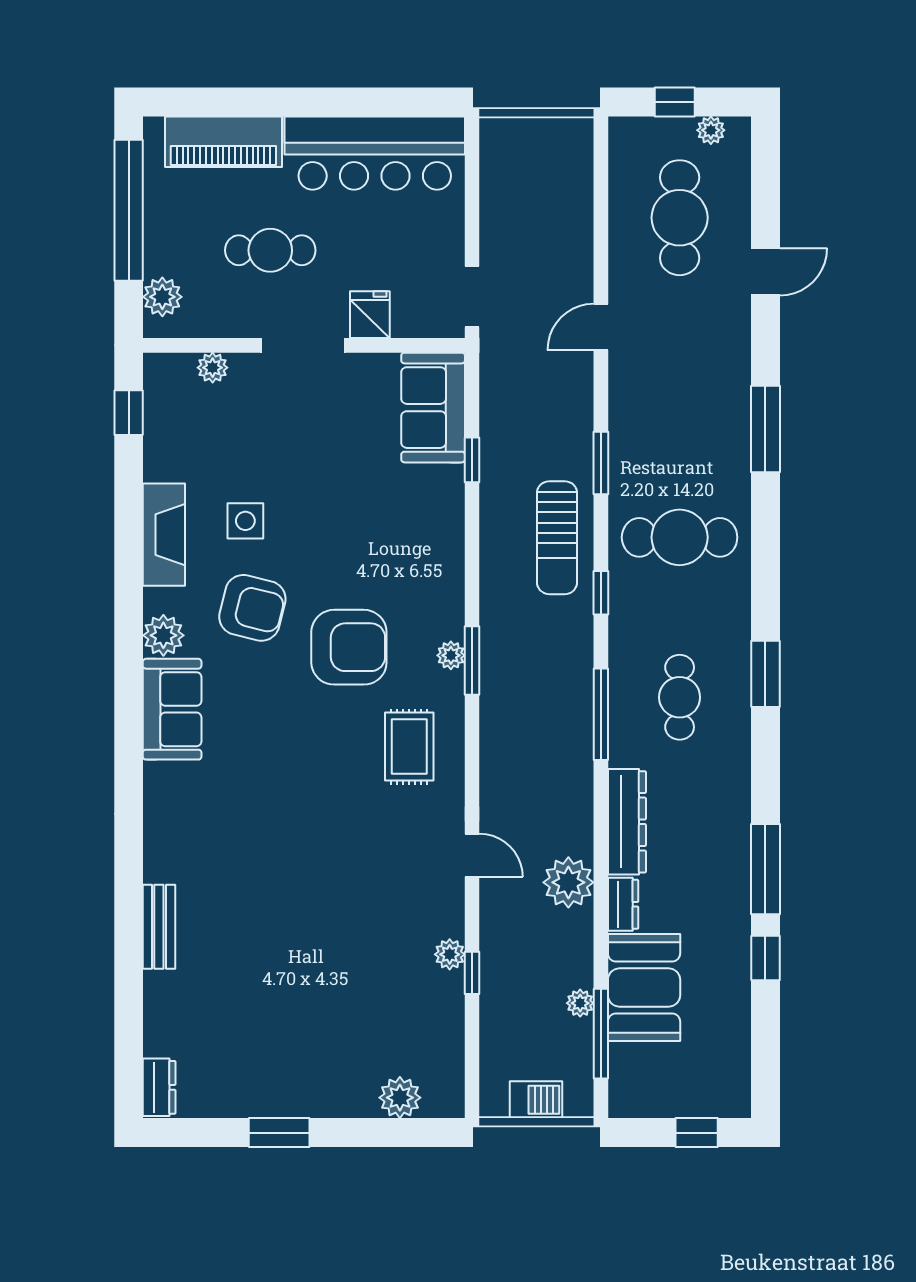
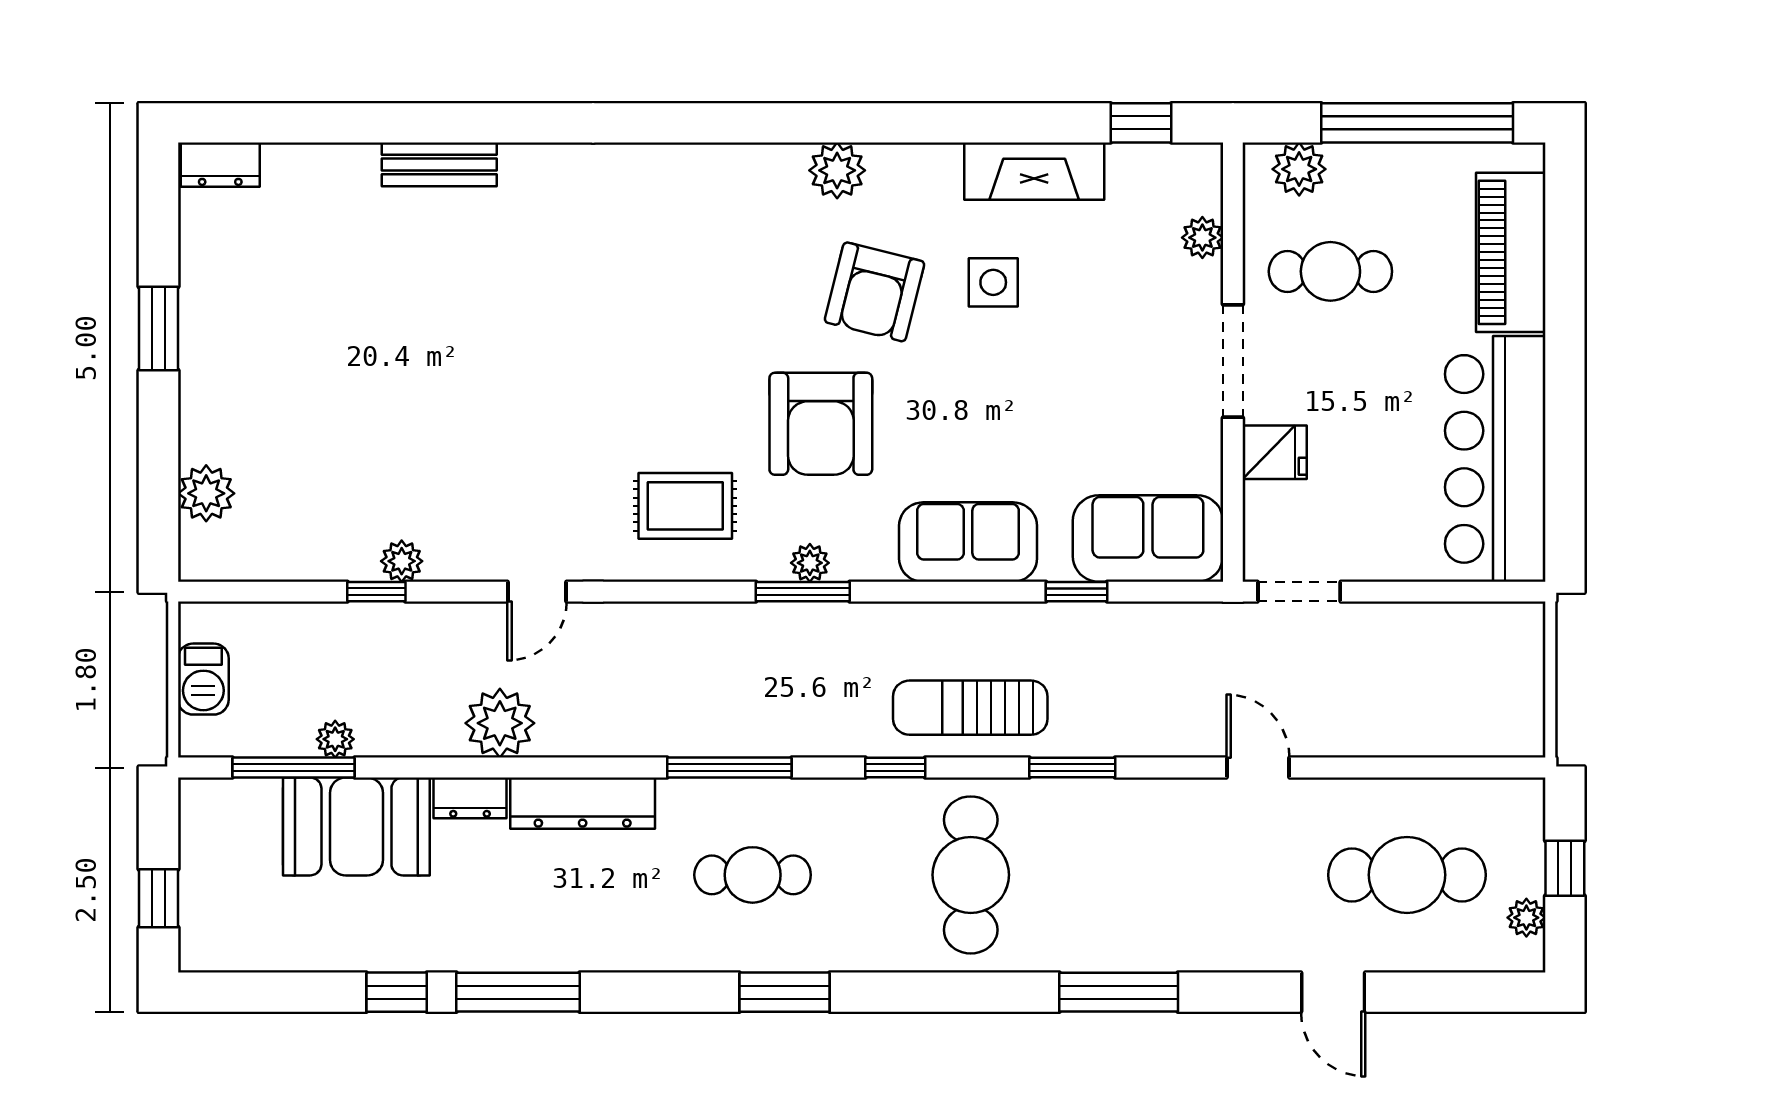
cafe table: (270, 250) -> (1330, 271), moved, turned 90
fireplace: (164, 535) -> (1034, 171), moved
sofa: (172, 709) -> (968, 542), moved, turned 180

